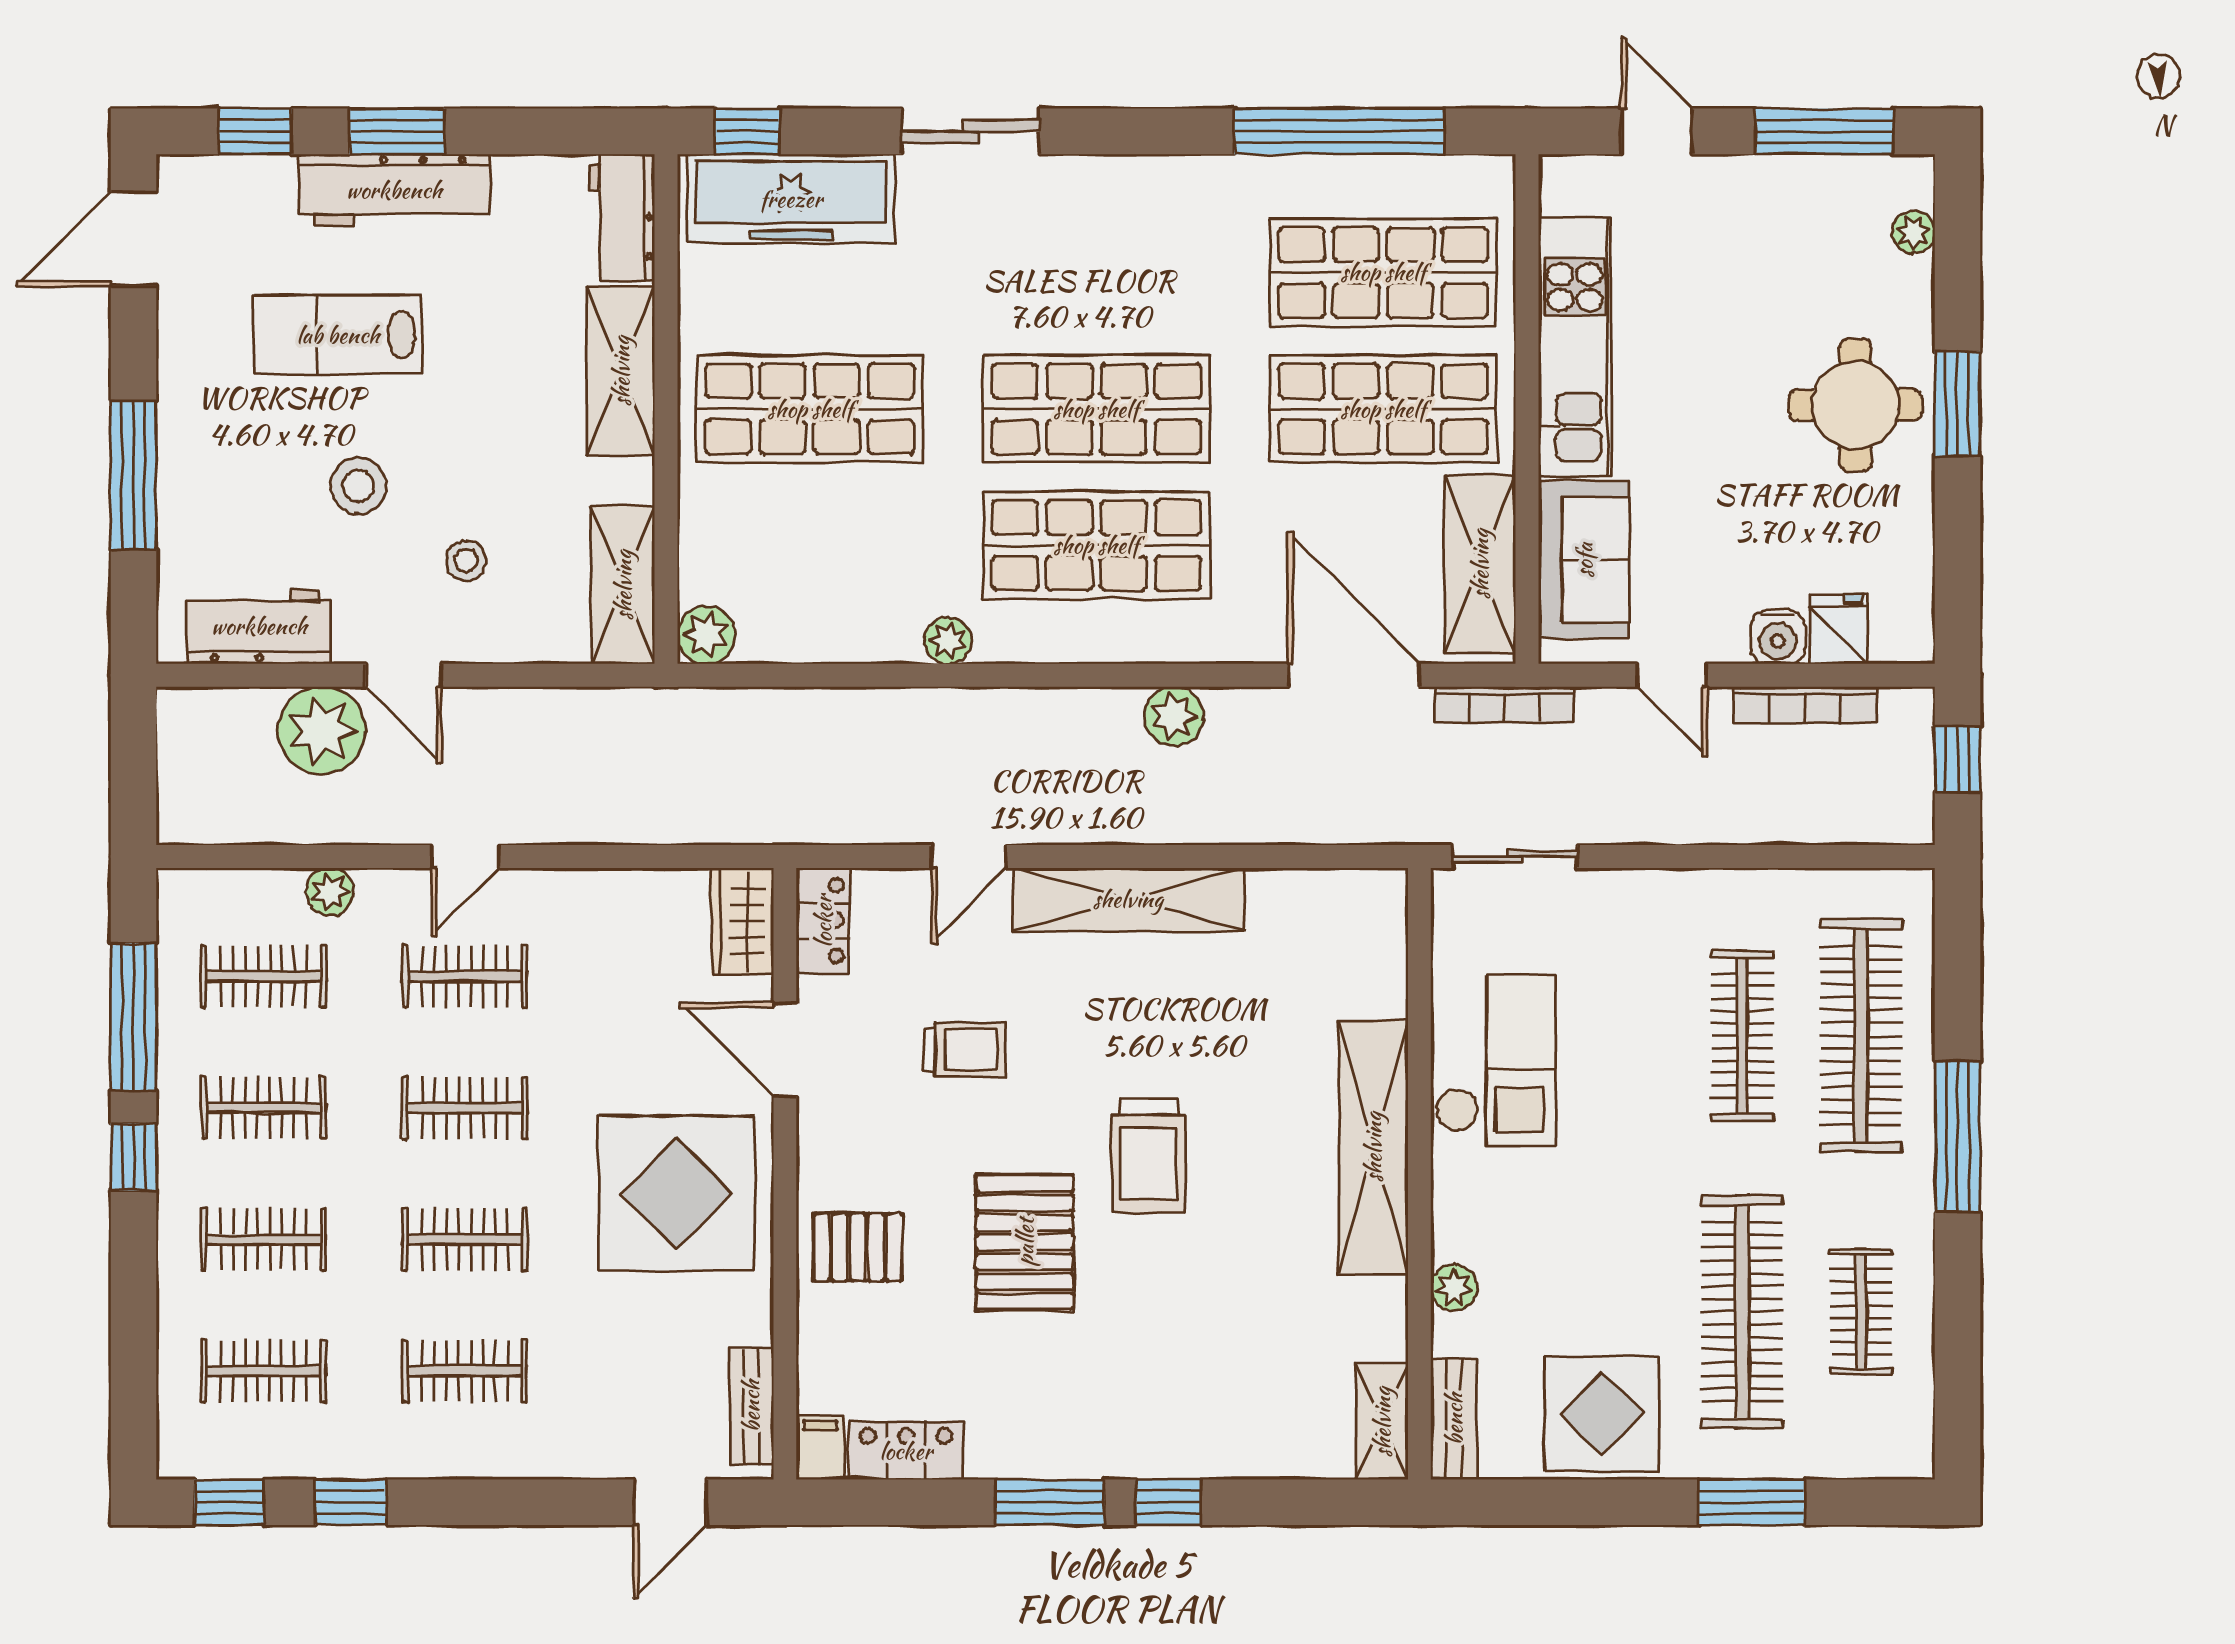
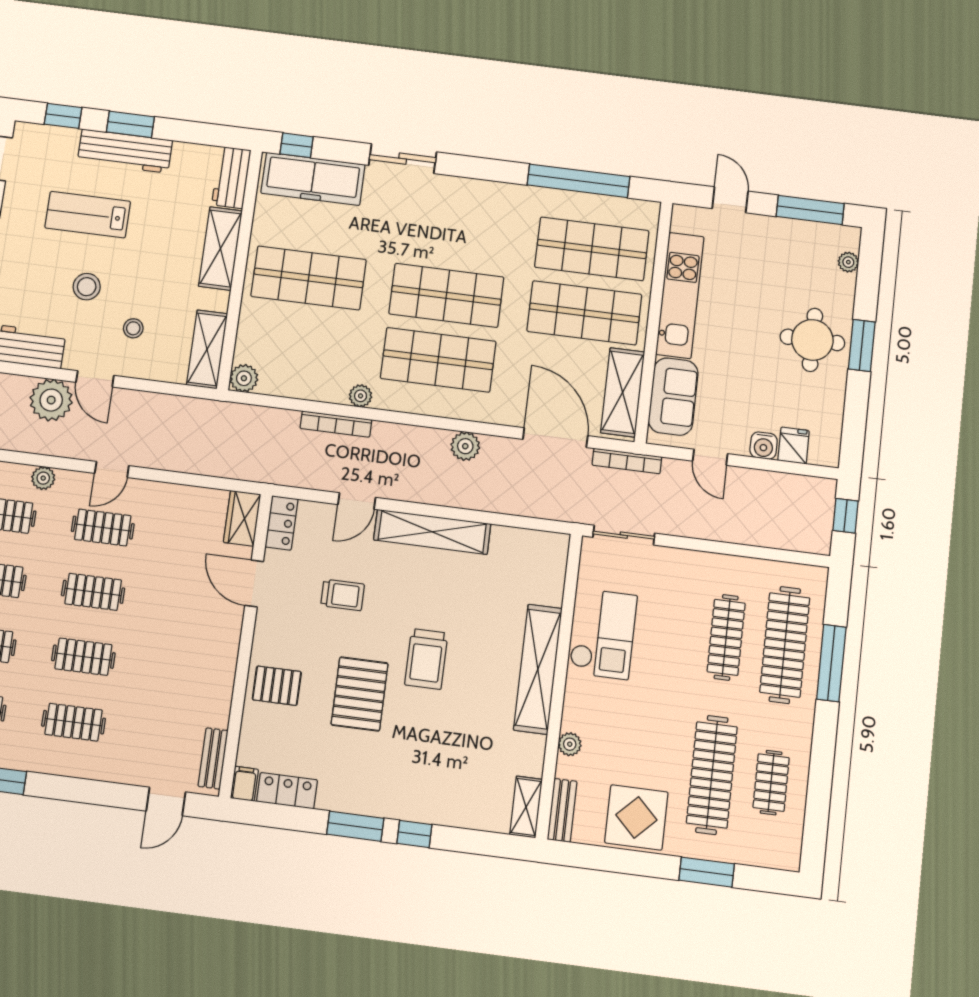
bookcase: (1805, 705) -> (336, 424), moved
window: (1957, 1136) -> (831, 663), moved
display table: (676, 1193) -> (191, 647), removed

